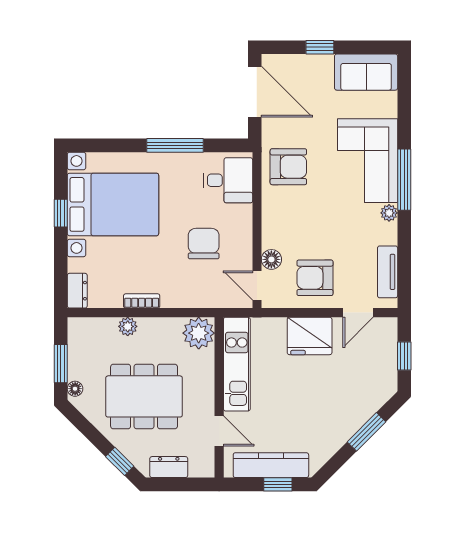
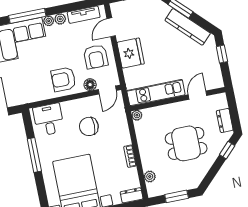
armchair: (288, 167) -> (64, 79), moved, turned -90
plant: (388, 232) -> (60, 19), added
door: (358, 313) -> (111, 27), swing flipped
plant: (128, 326) -> (150, 177), moved
plant: (199, 333) -> (137, 115), width x0.53, depth x0.53
floor lamp: (75, 389) -> (190, 185), removed
dining table: (144, 396) -> (186, 143), width x0.73
kitchen counter: (271, 465) -> (188, 27), moved, turned -45

